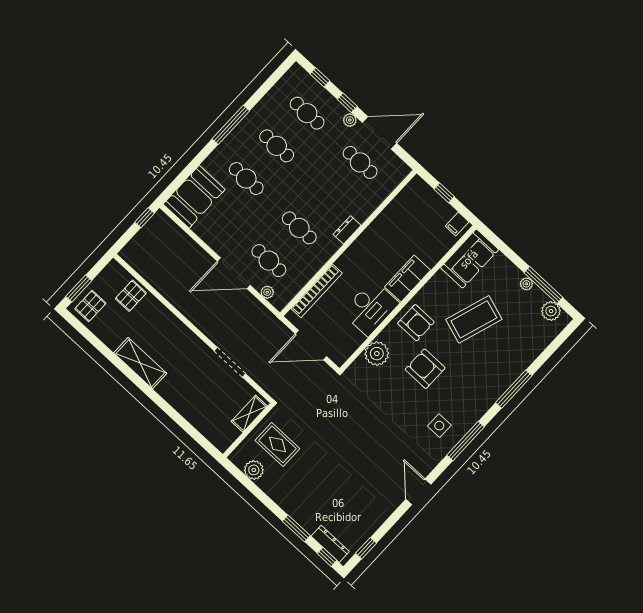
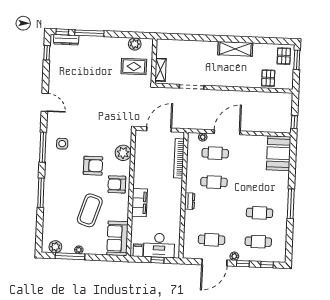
cafe table: (246, 179) -> (261, 184), removed
desk: (370, 308) -> (159, 245), moved, turned -90
window: (296, 528) -> (89, 33), width x1.44

